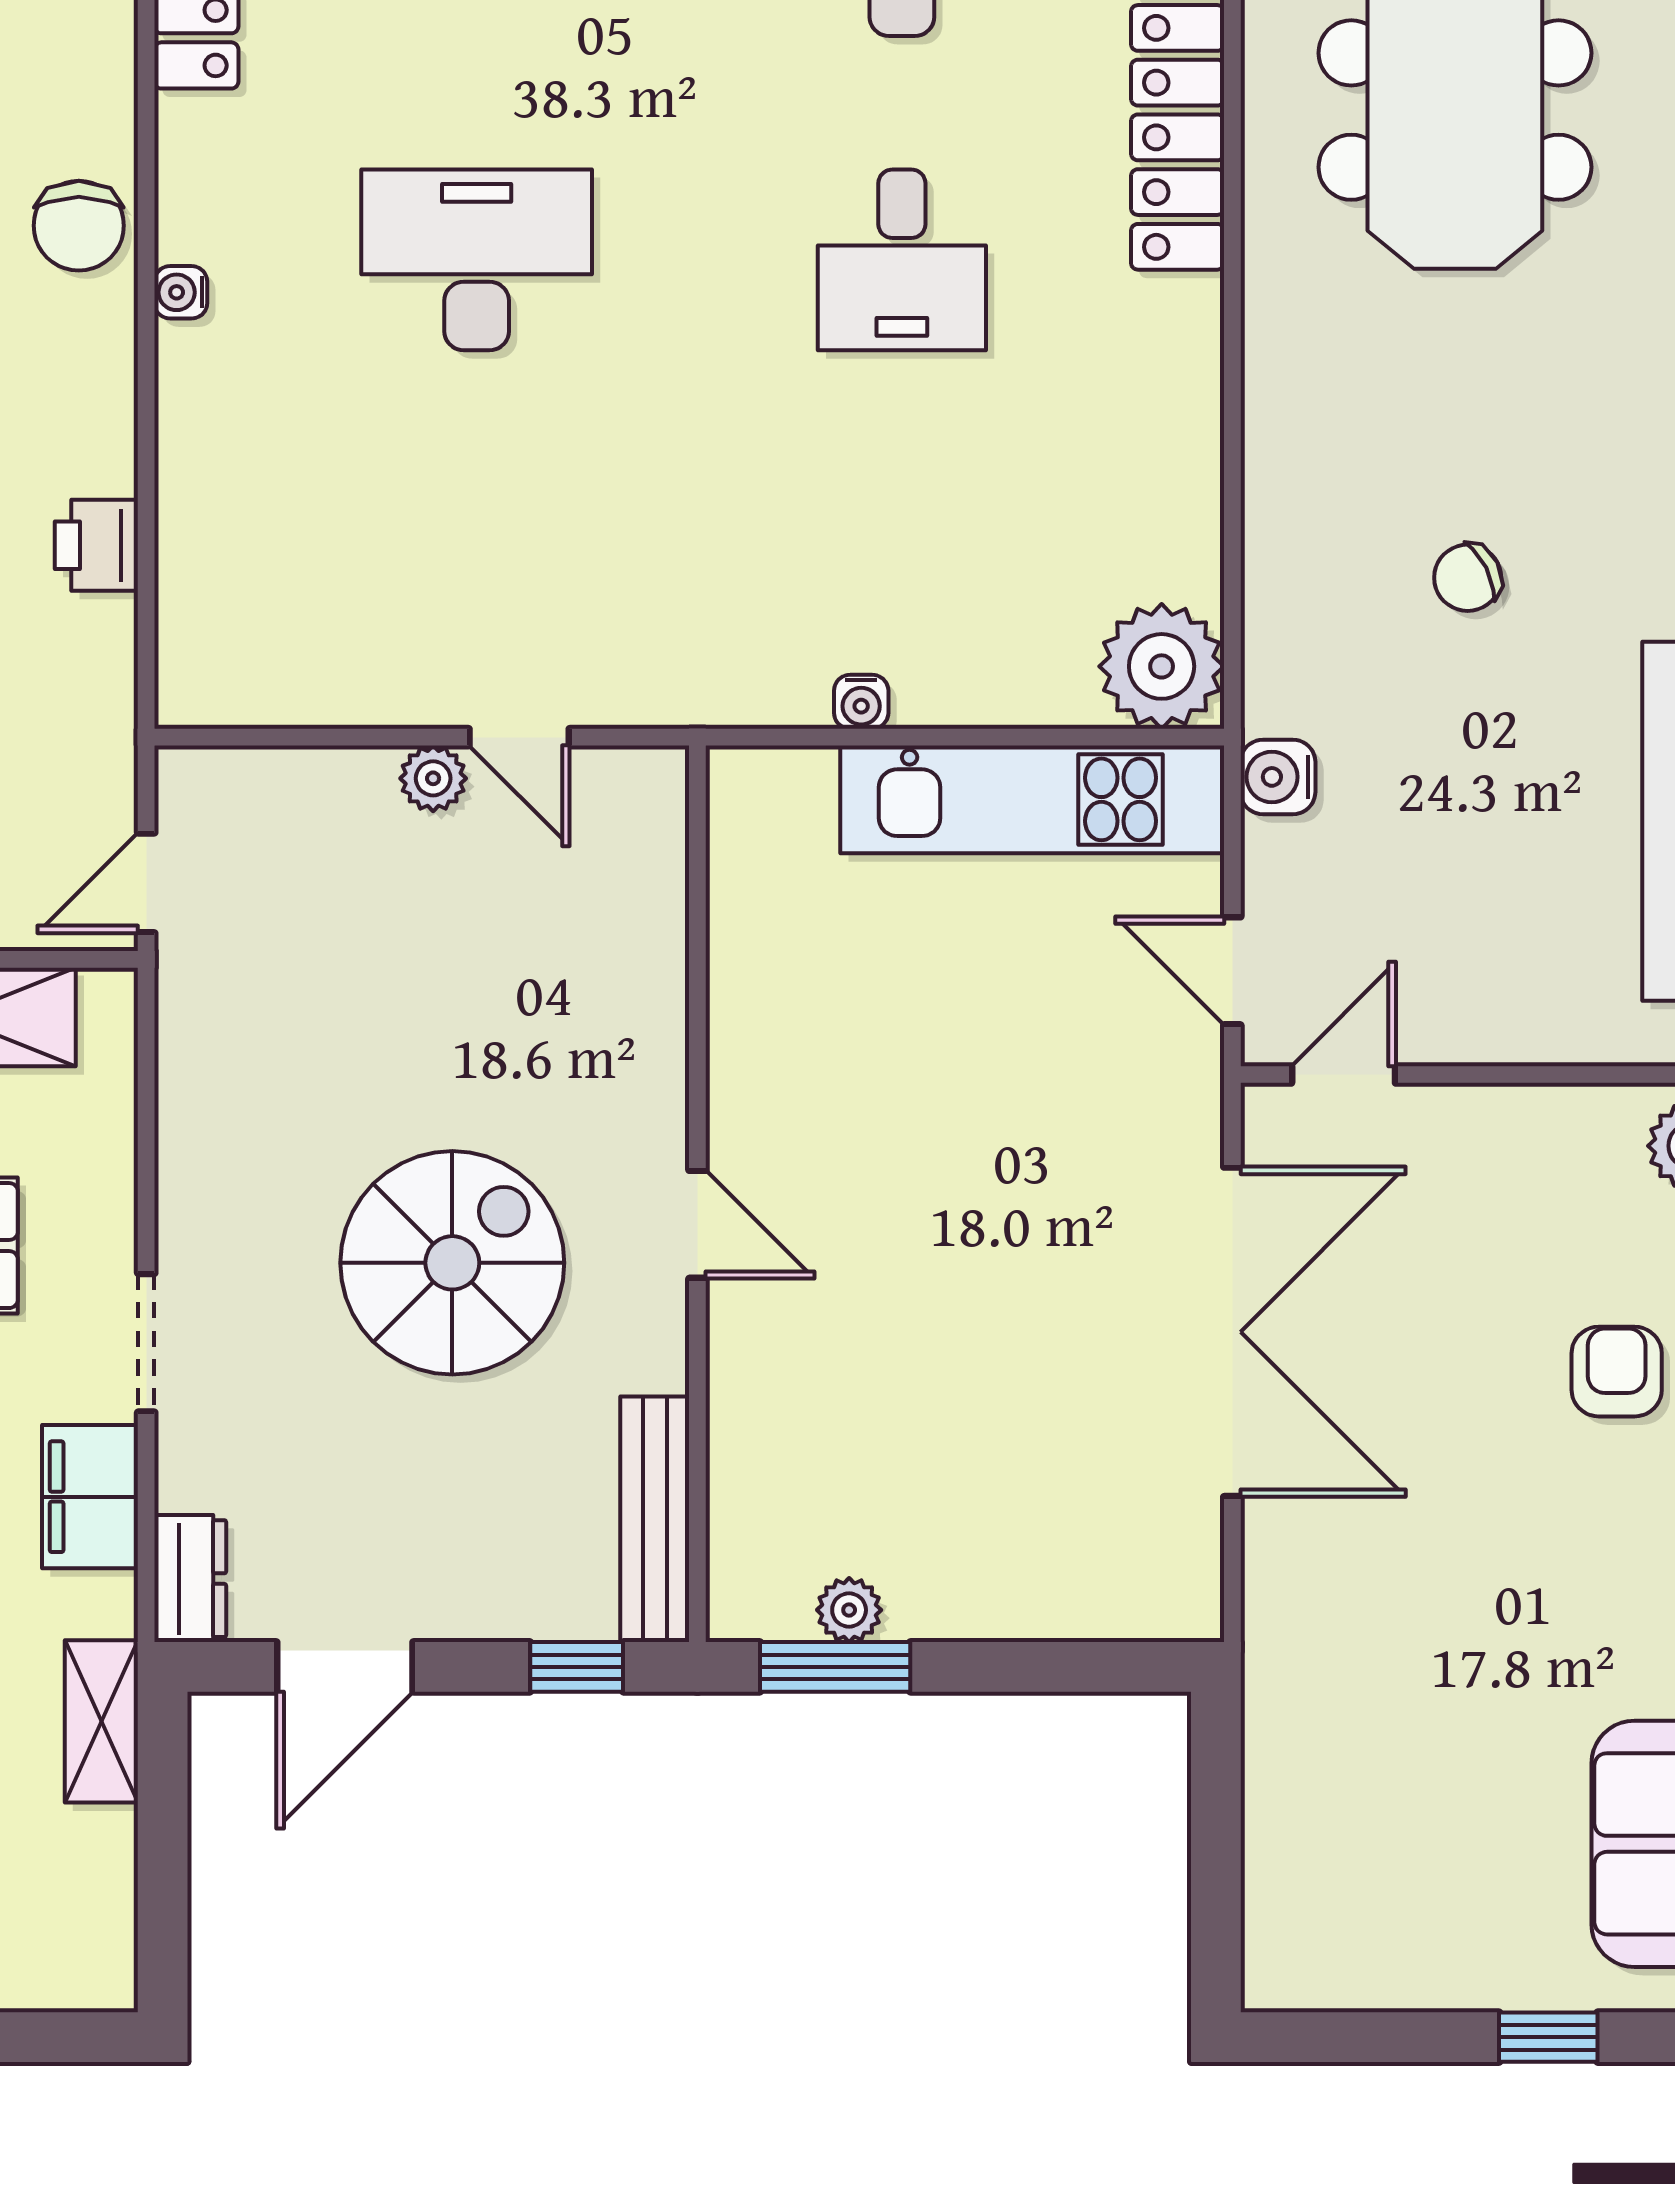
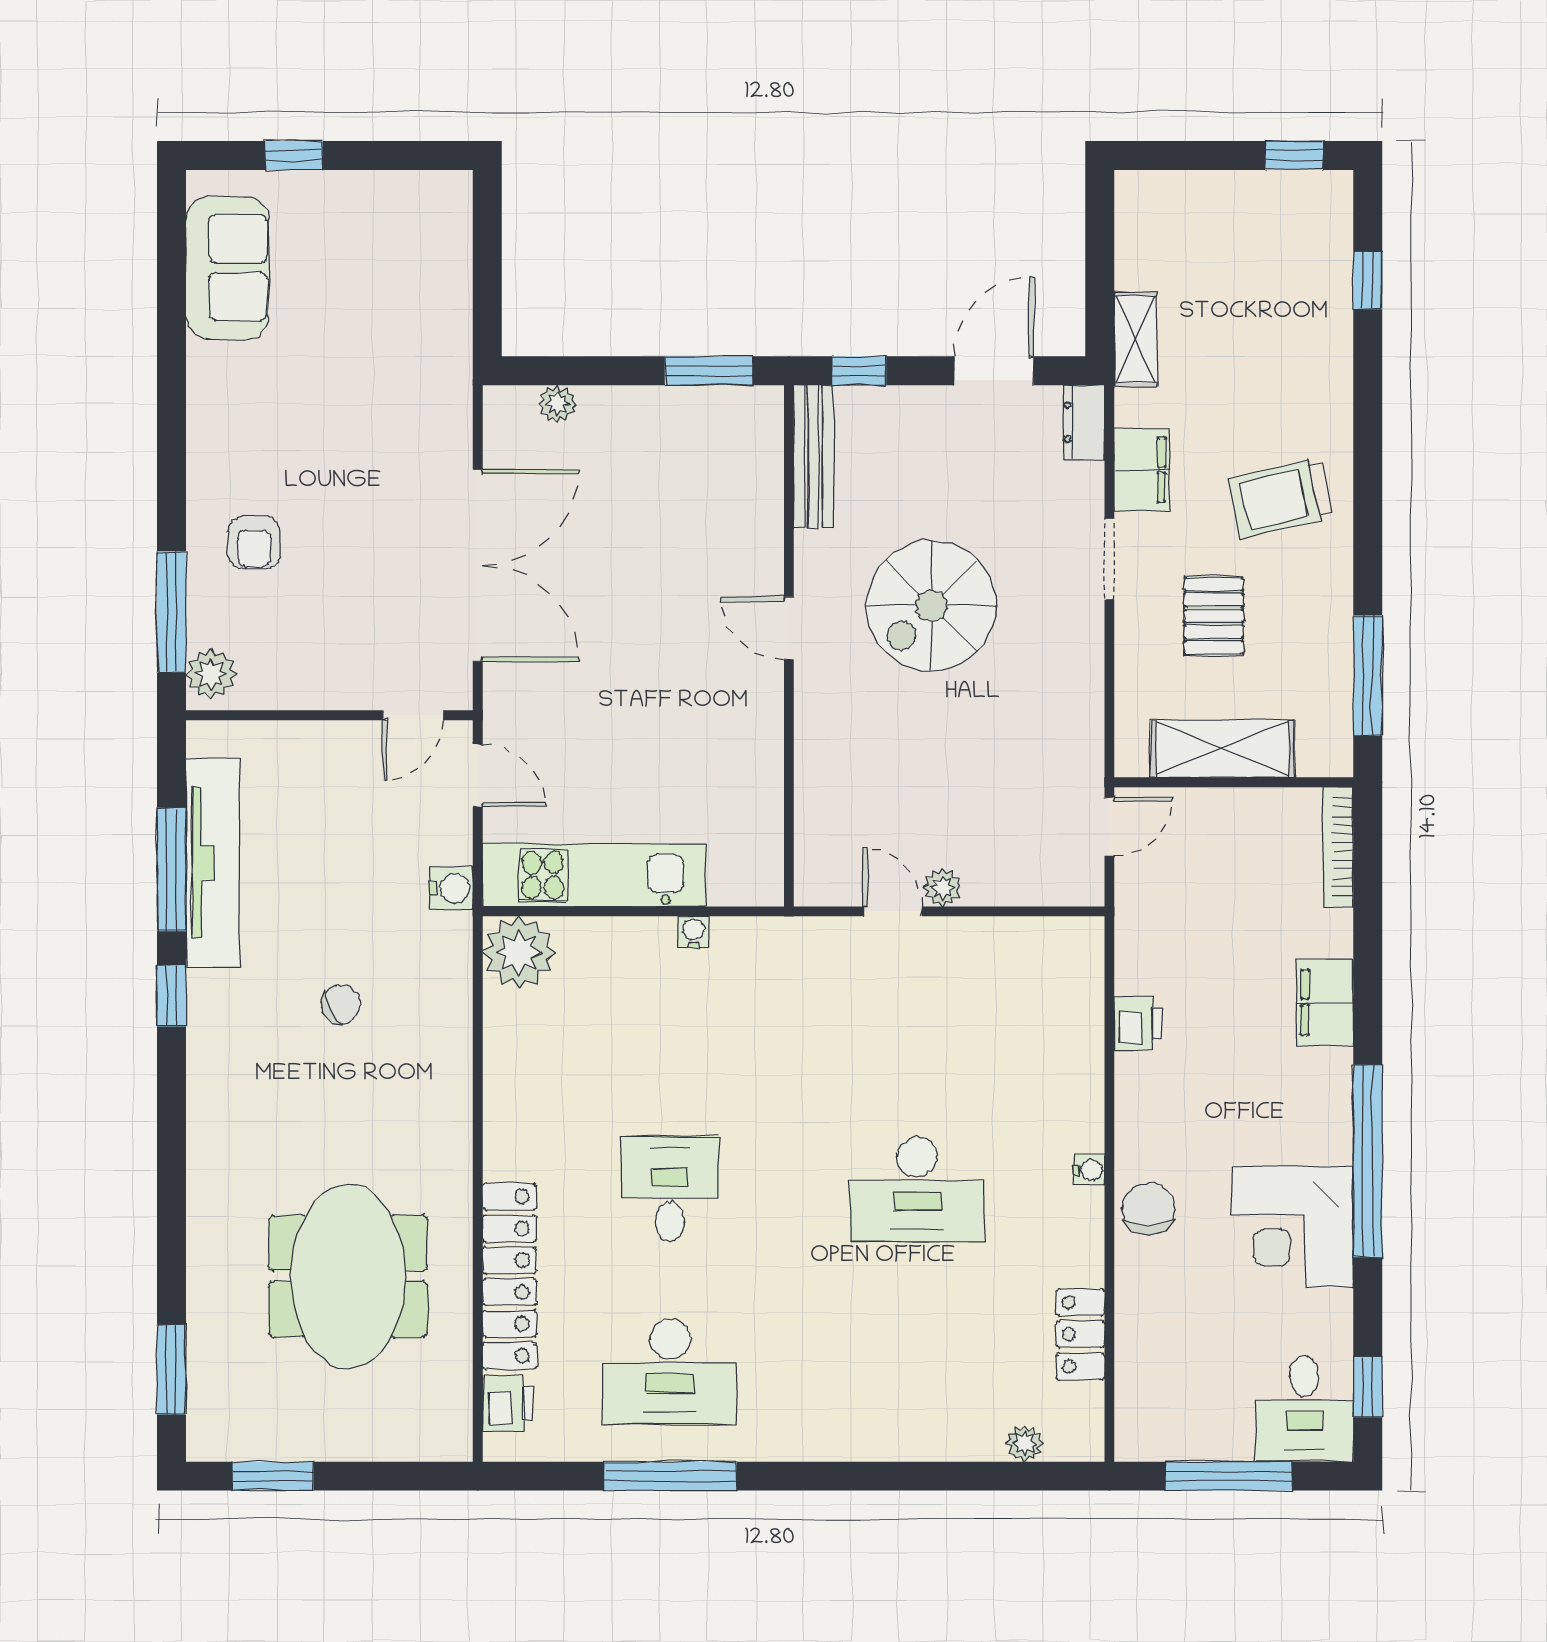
double door: (1232, 1332) -> (478, 566), swing flipped
plant: (849, 1610) -> (557, 404), moved

